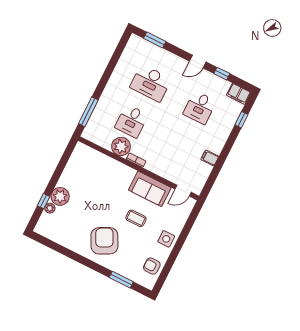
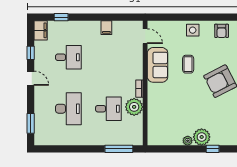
plant: (50, 208) -> (188, 141), moved

